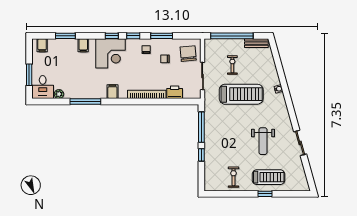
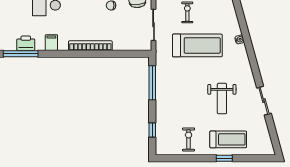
printer: (175, 92) -> (26, 43), moved
window: (201, 155) -> (152, 130), moved

